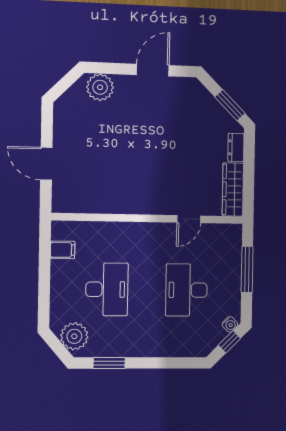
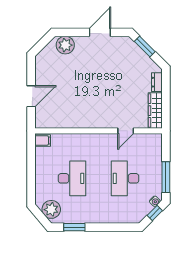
window: (230, 105) -> (145, 46), moved
door: (46, 164) -> (31, 96), swing flipped
filing cabinet: (63, 250) -> (43, 140), moved
window: (247, 270) -> (166, 177), moved

